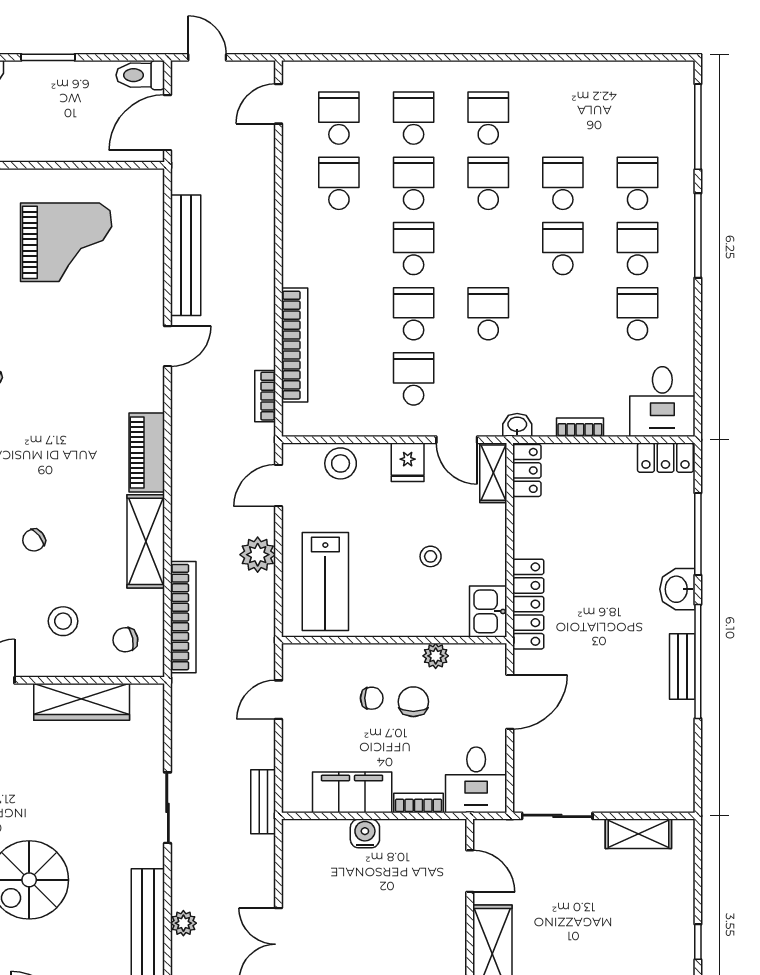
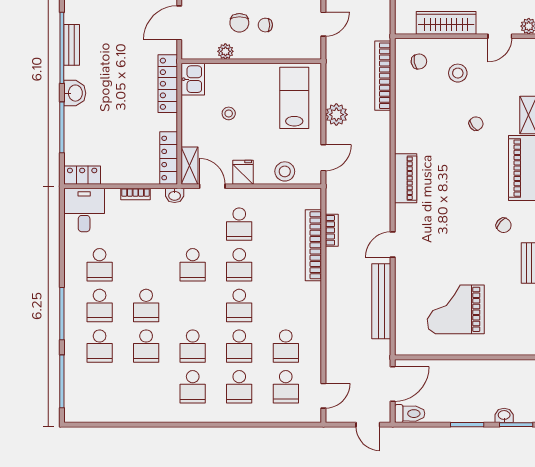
bookcase: (265, 396) -> (332, 230), moved
locker: (527, 470) -> (169, 158), width x1.53
shelving: (146, 541) -> (406, 123), removed

